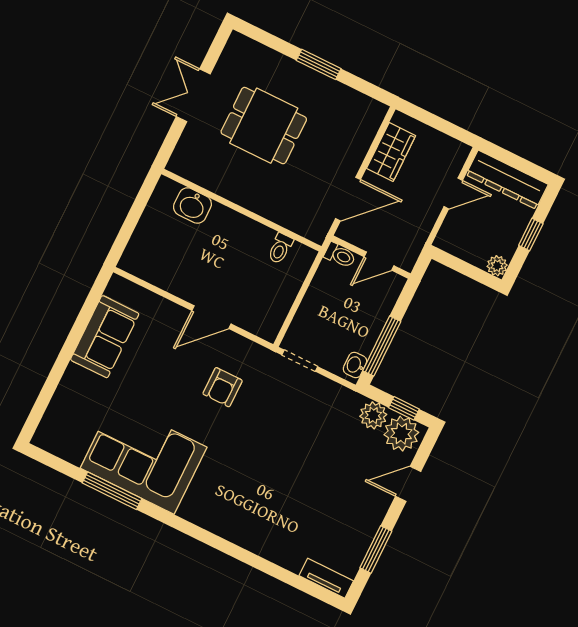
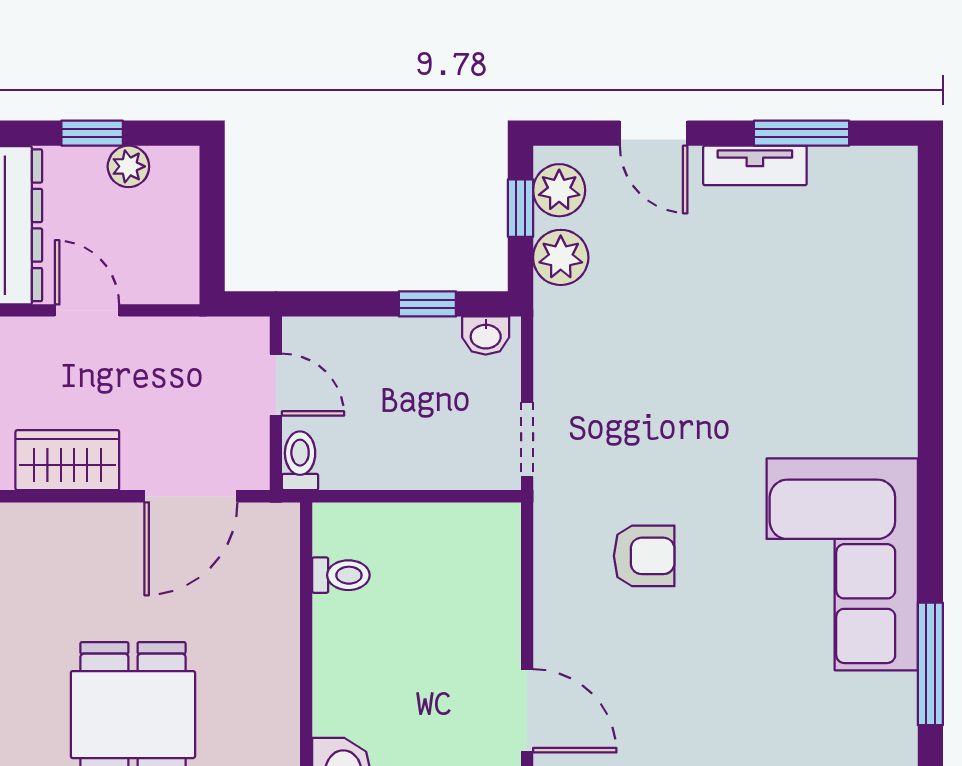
door: (348, 199) -> (191, 496), swing flipped
plant: (497, 266) -> (128, 166), moved
door: (211, 317) -> (527, 711), moved
window: (382, 346) -> (427, 304), width x0.46
plant: (401, 434) -> (559, 190), width x0.73, depth x0.73
corner sofa: (144, 458) -> (842, 564), moved
tv unit: (326, 578) -> (755, 165), moved, turned -90

